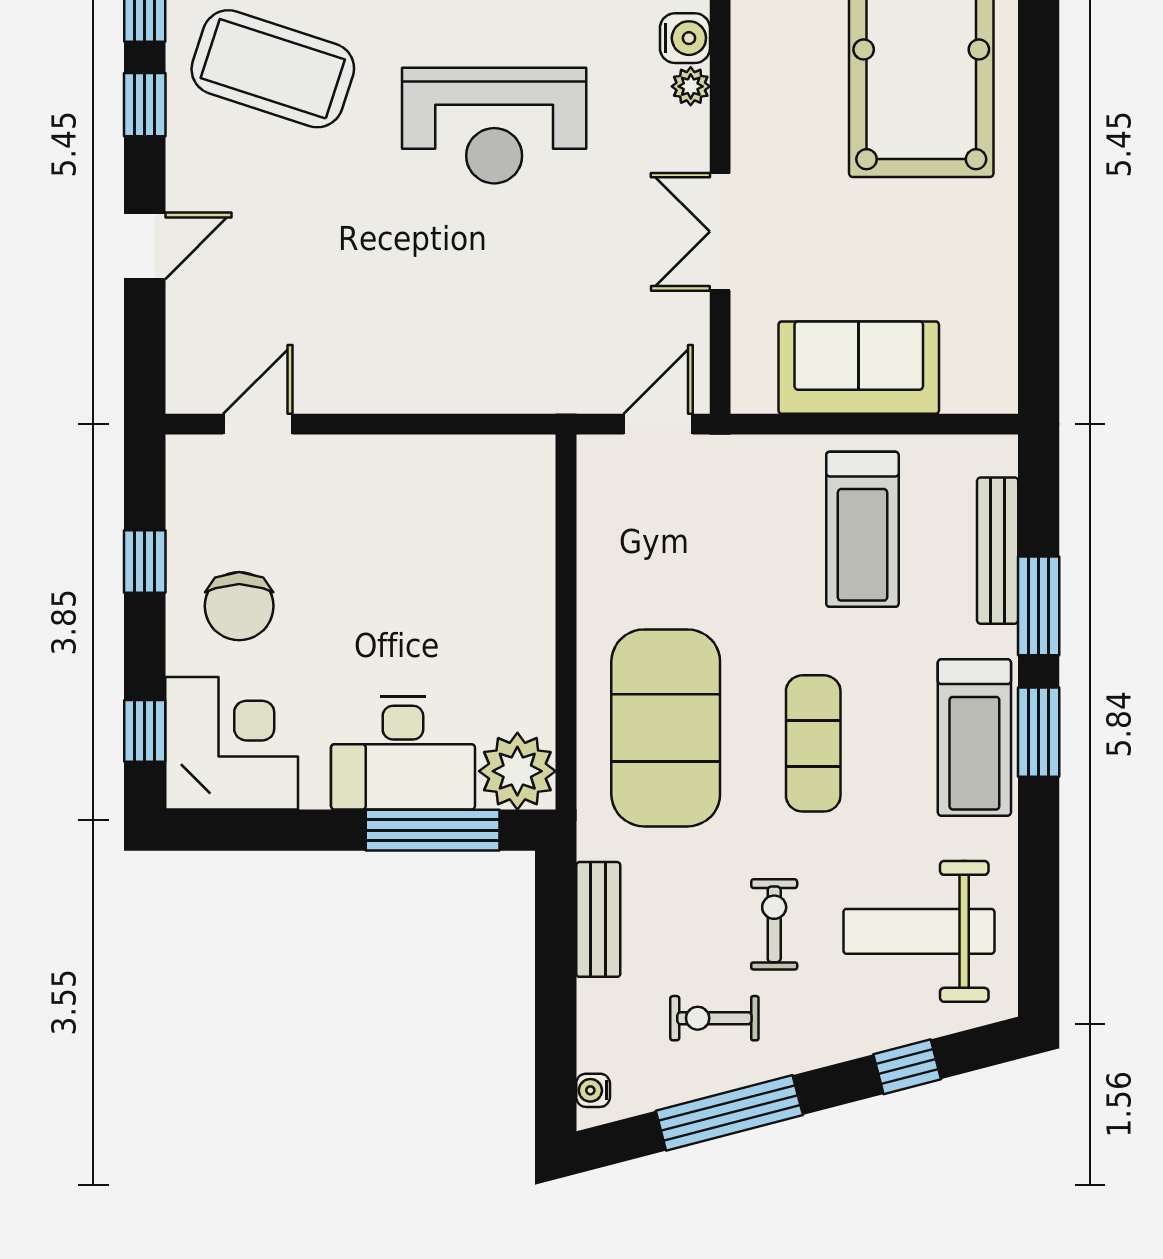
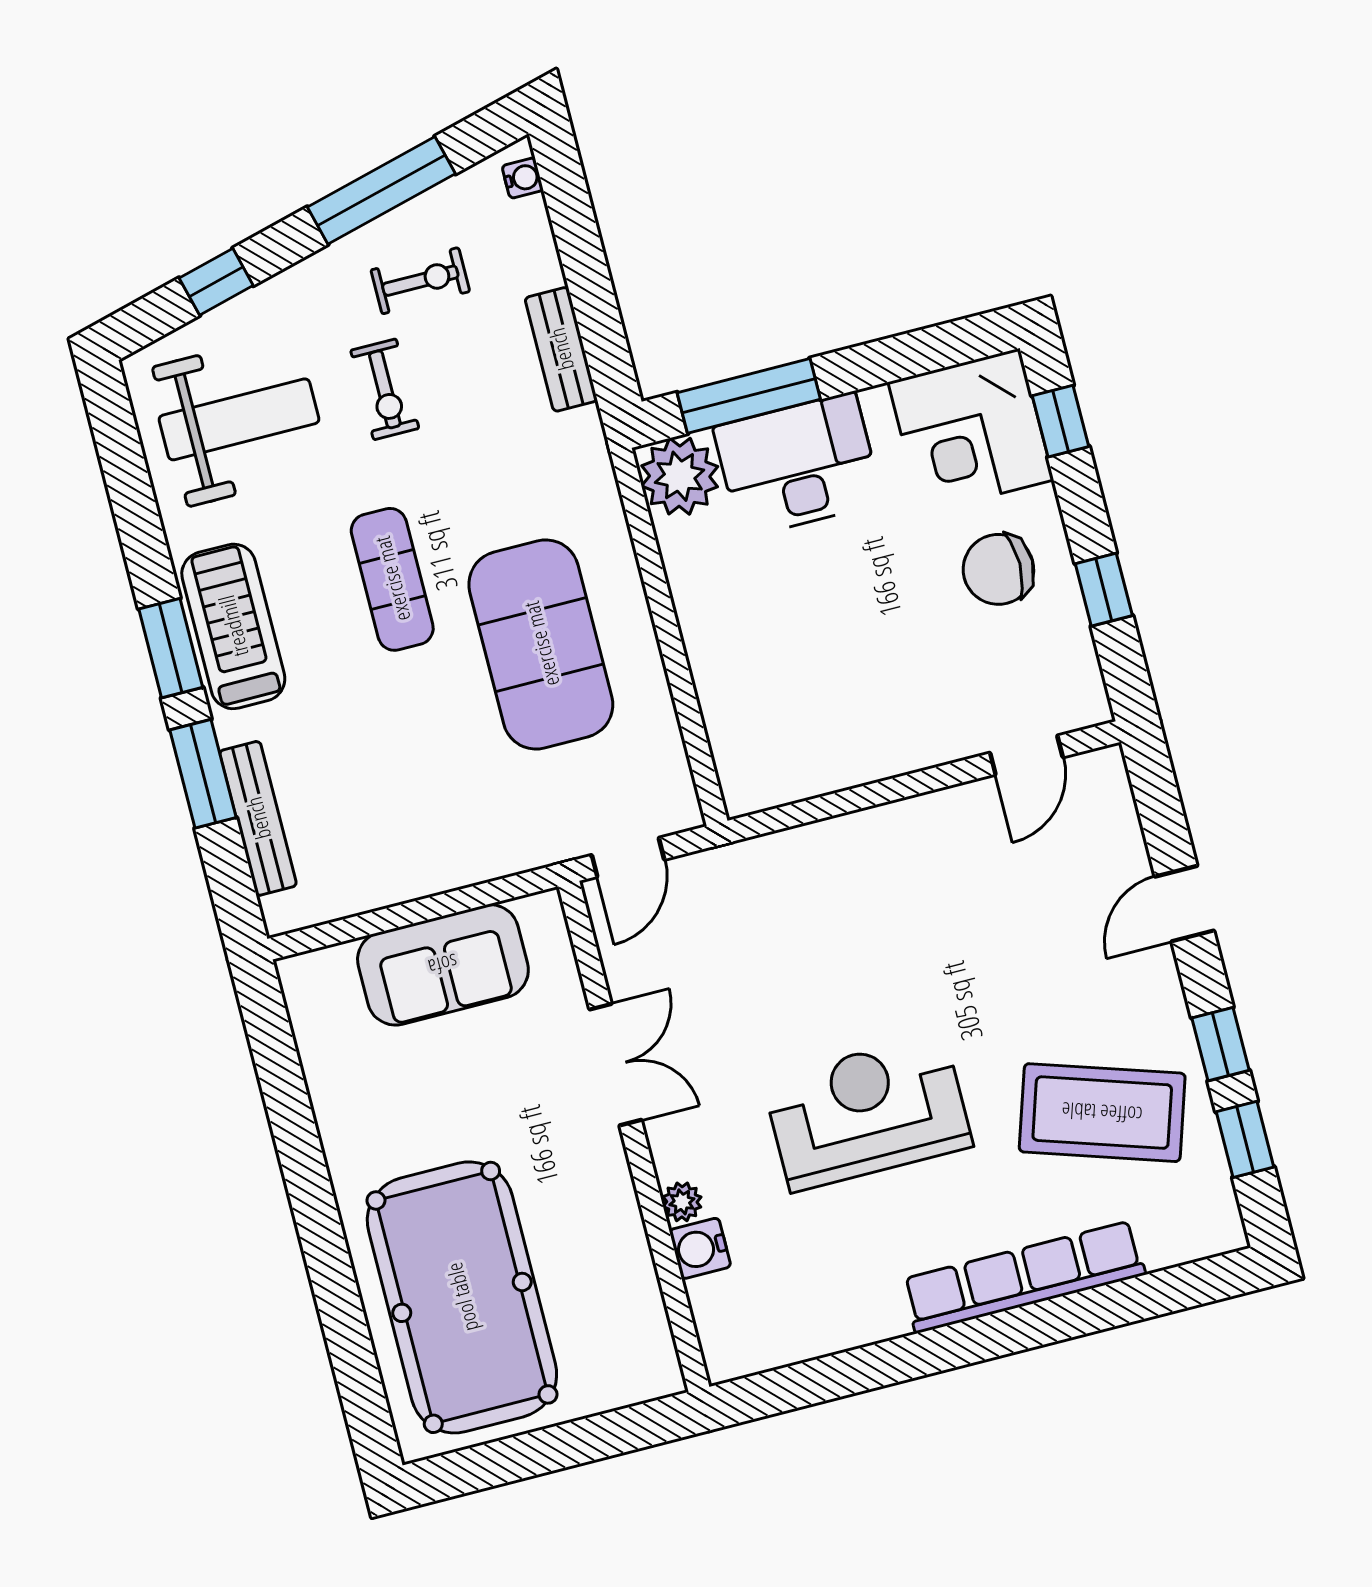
treadmill: (862, 529) -> (398, 805), removed
chair: (239, 606) -> (998, 569), turned -90
exercise mat: (666, 728) -> (541, 644), moved

